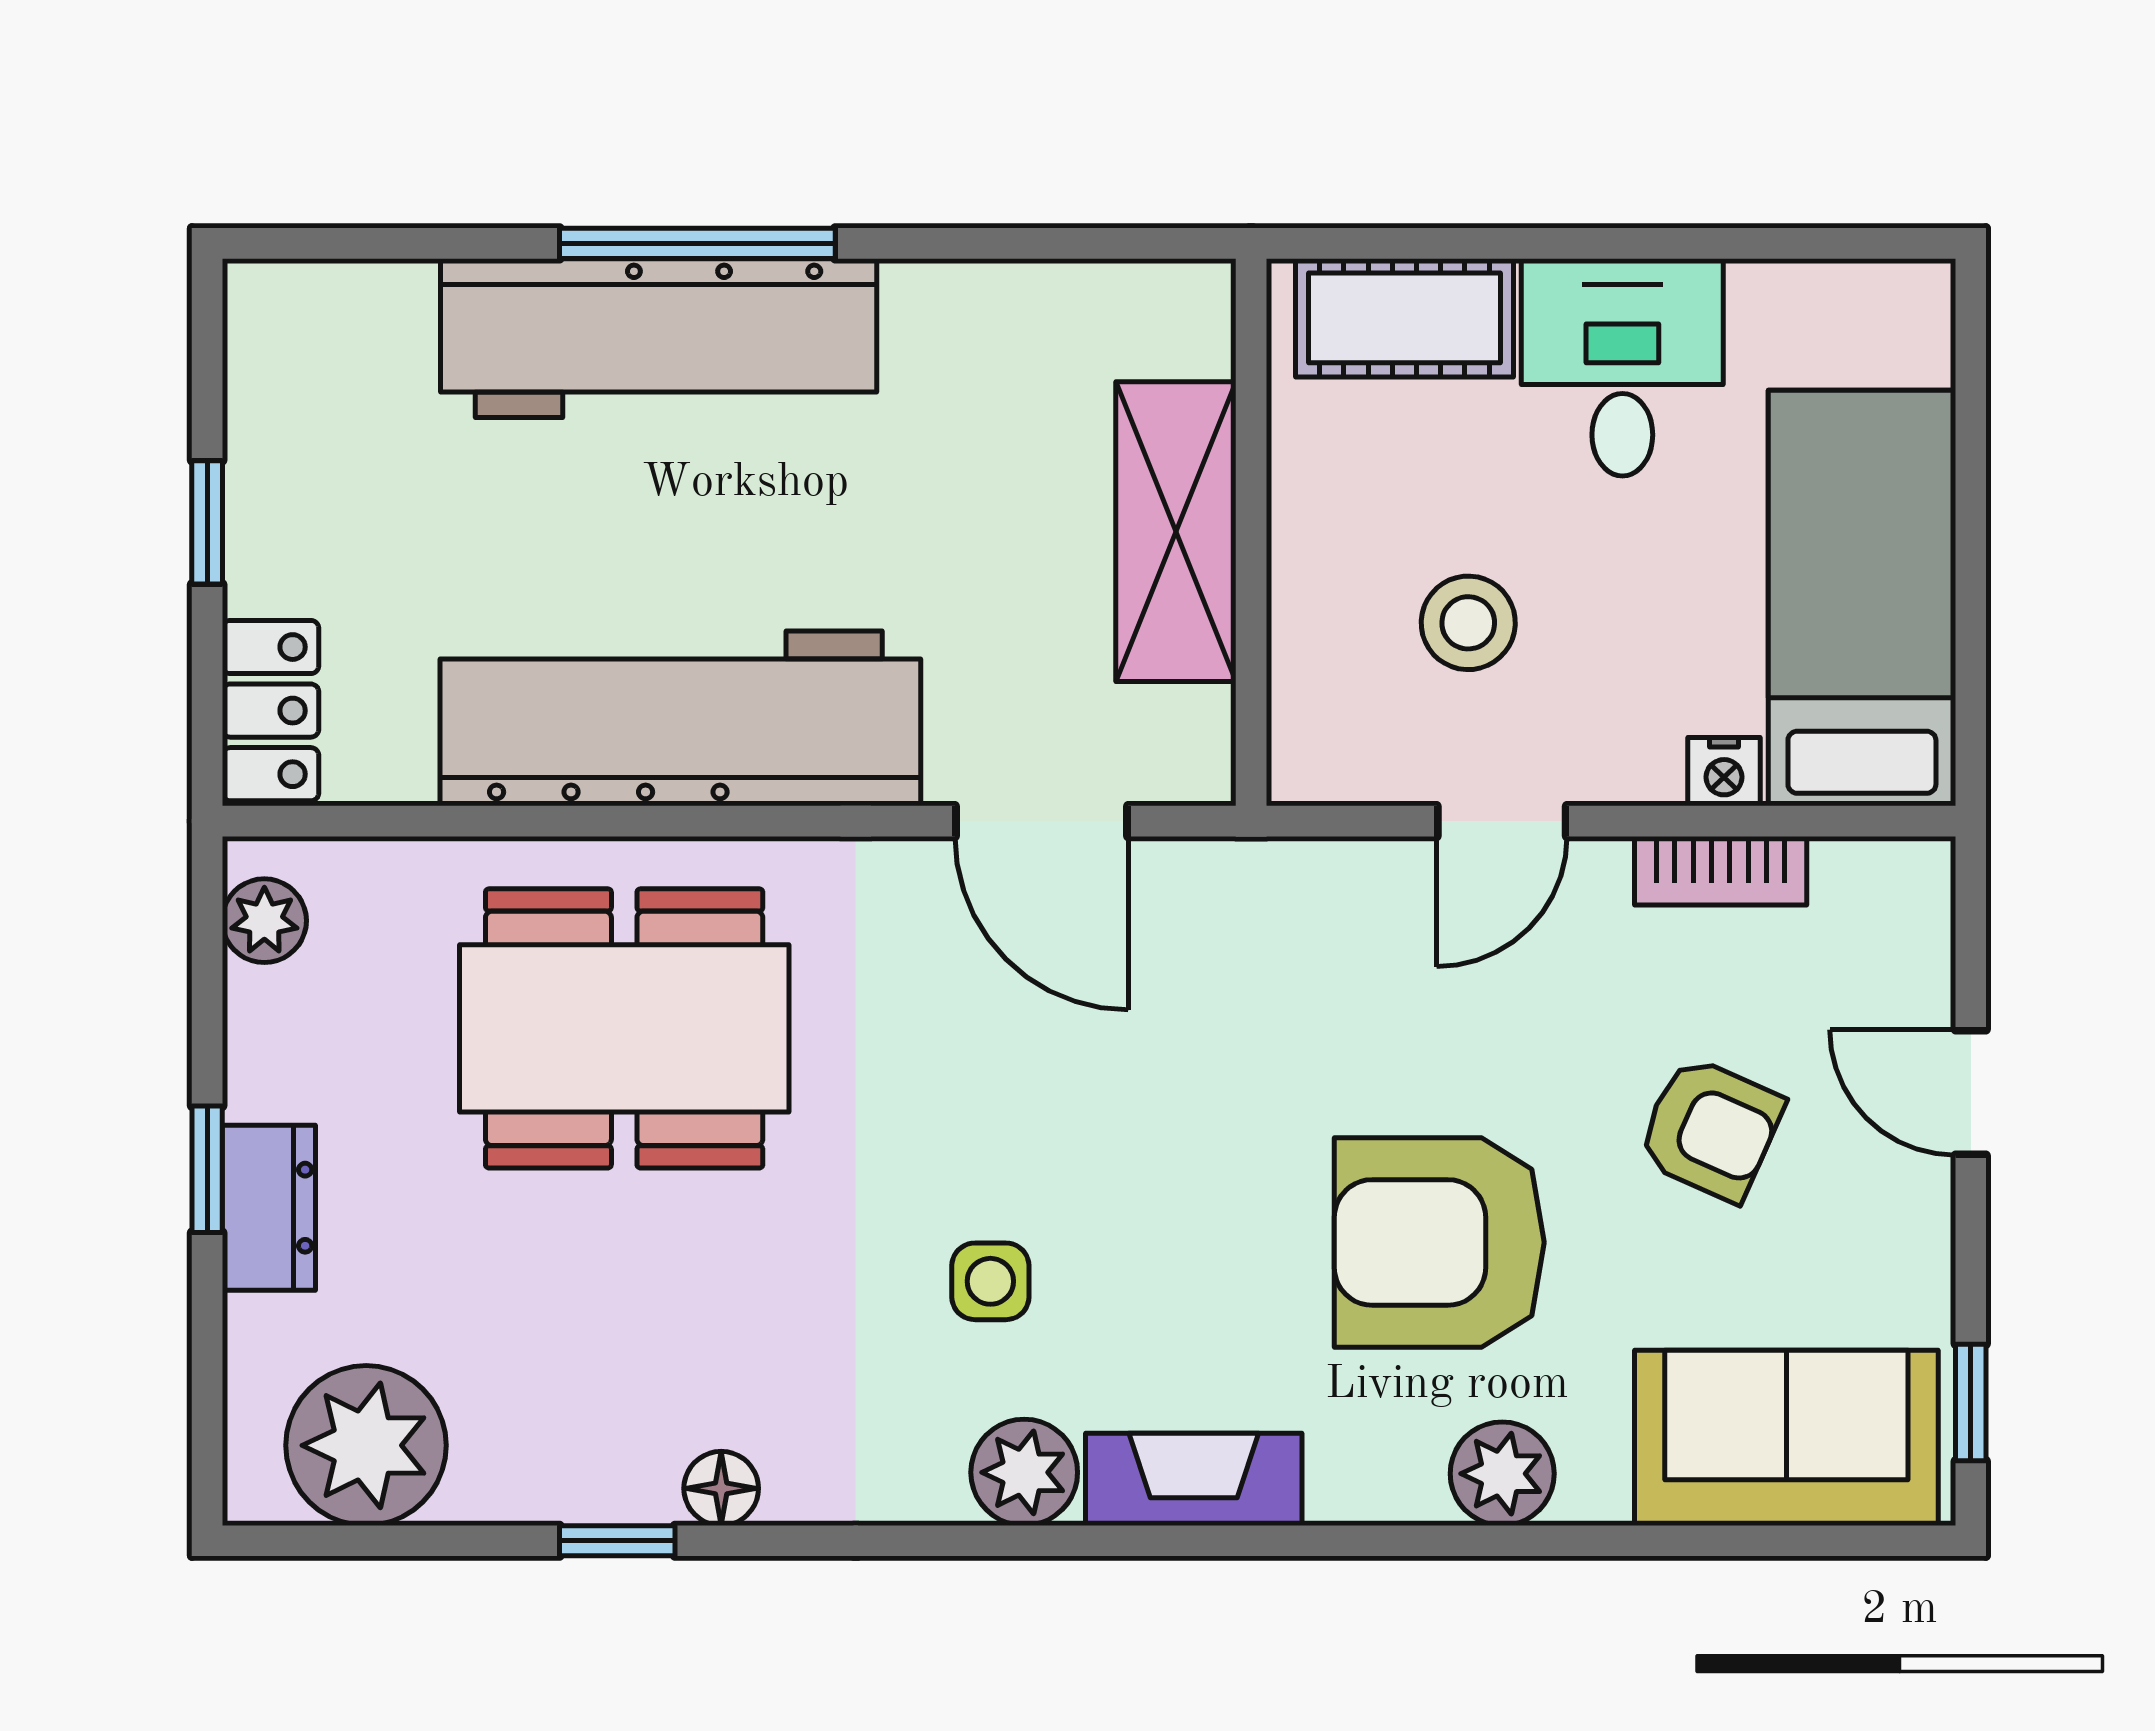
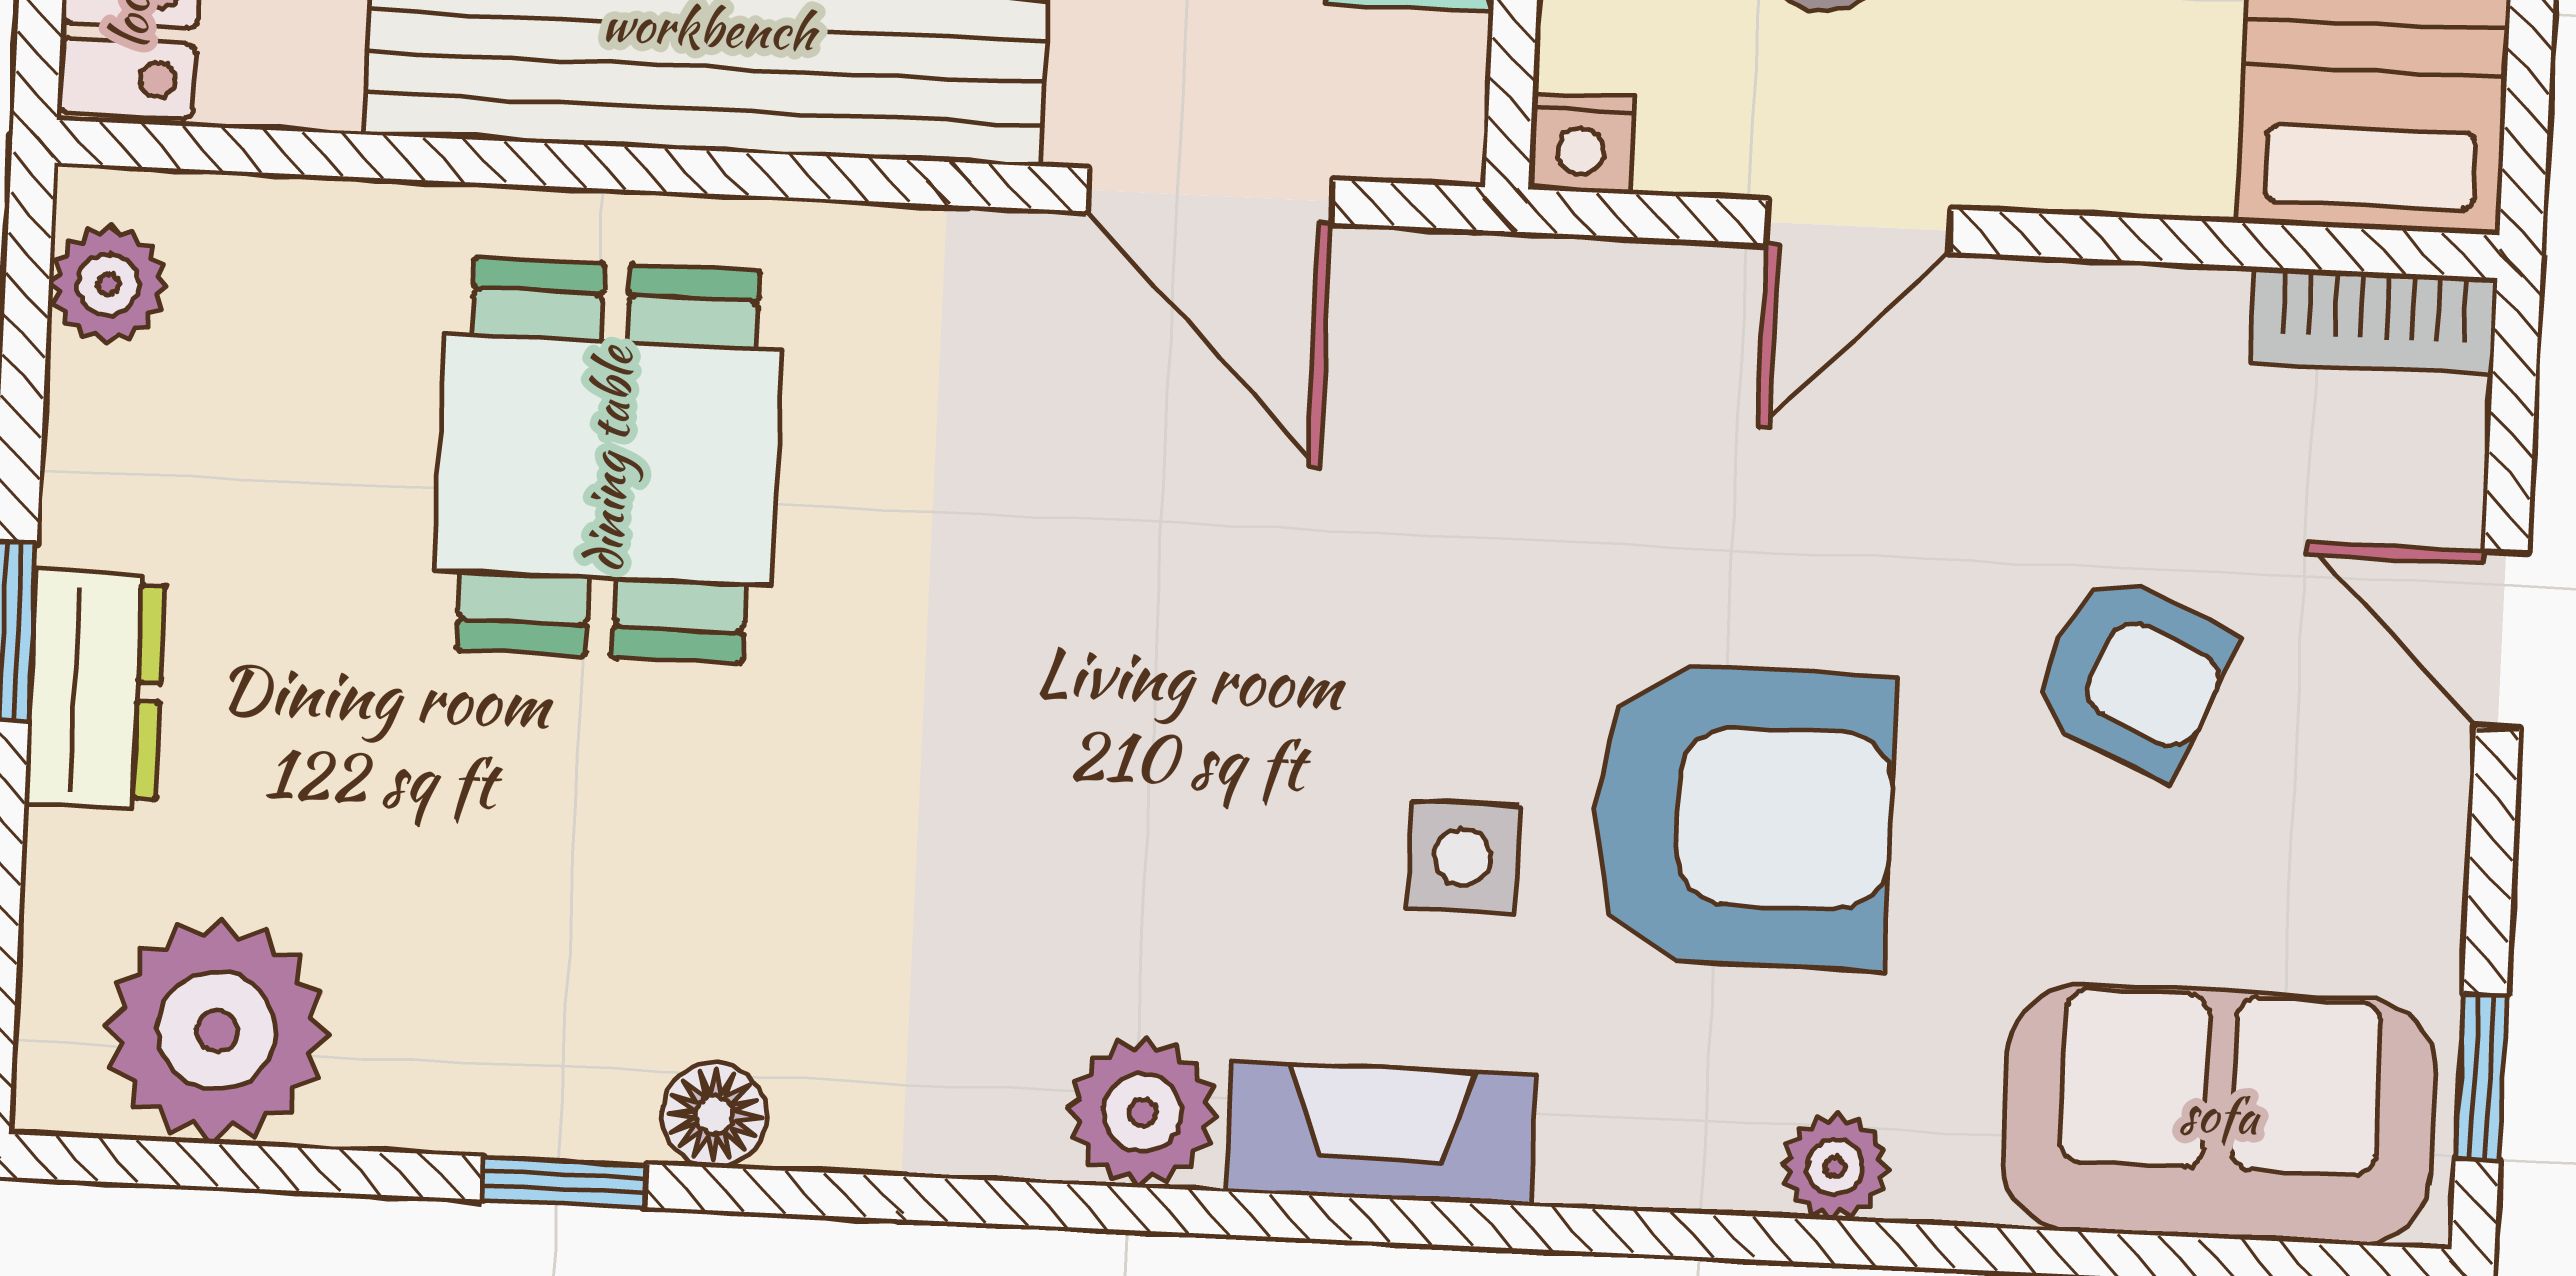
nightstand: (1724, 772) -> (1581, 143), moved
bookcase: (1721, 871) -> (2374, 321), moved
dining table: (624, 1028) -> (608, 460), width x0.73
armchair: (1439, 1242) -> (1743, 816), turned 180
side table: (990, 1281) -> (1463, 857), moved
plant: (1502, 1474) -> (1835, 1167), width x0.73, depth x0.73

